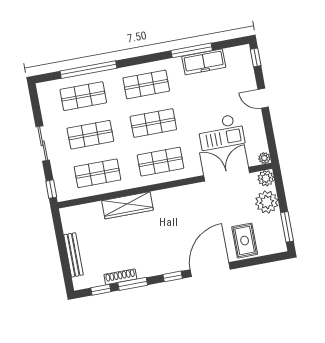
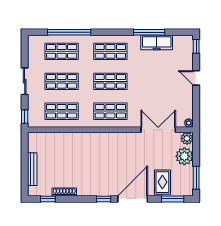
checkout: (221, 132) -> (160, 97), removed
wardrobe: (127, 205) -> (80, 139), removed
window: (133, 284) -> (173, 199), moved

